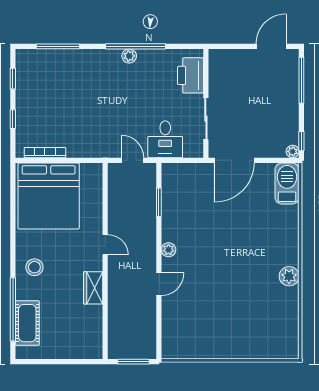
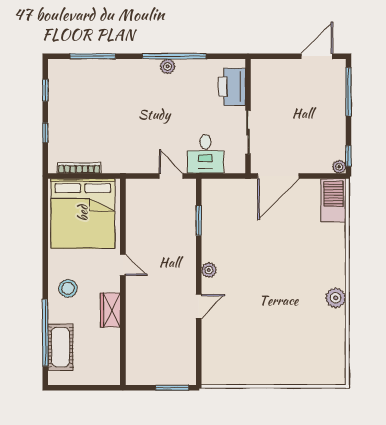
door: (105, 245) -> (123, 265), moved
wall: (105, 261) -> (123, 282), moved
wardrobe: (93, 288) -> (110, 310), moved

